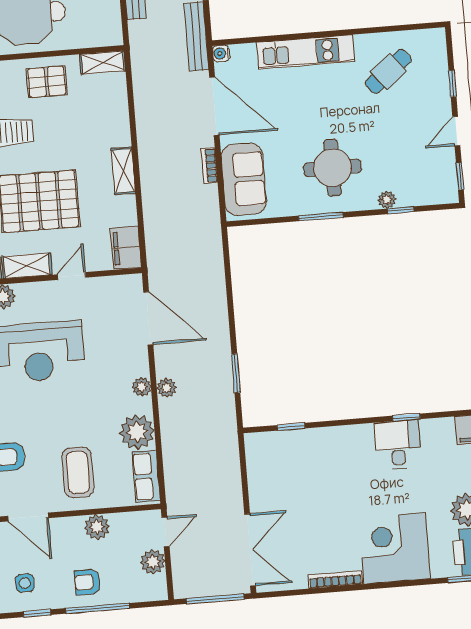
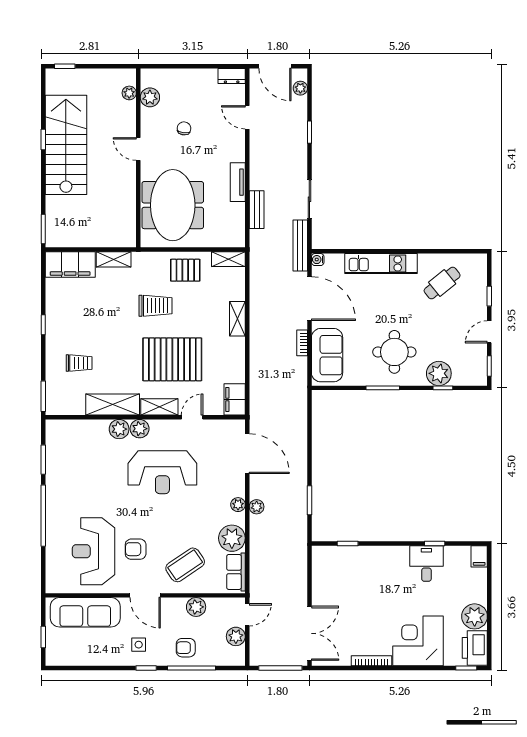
shelving: (123, 171) -> (237, 319), moved
plant: (387, 200) -> (439, 373), width x1.88, depth x1.88
coffee table: (78, 472) -> (185, 565), turned 56

